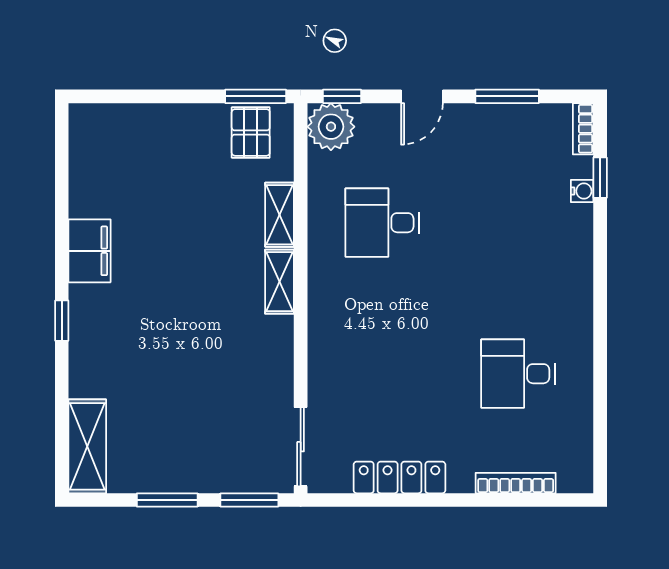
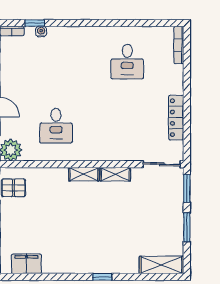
shelving: (279, 215) -> (115, 174), moved
filing cabinet: (89, 251) -> (26, 264), moved
bookcase: (516, 483) -> (179, 45), moved

